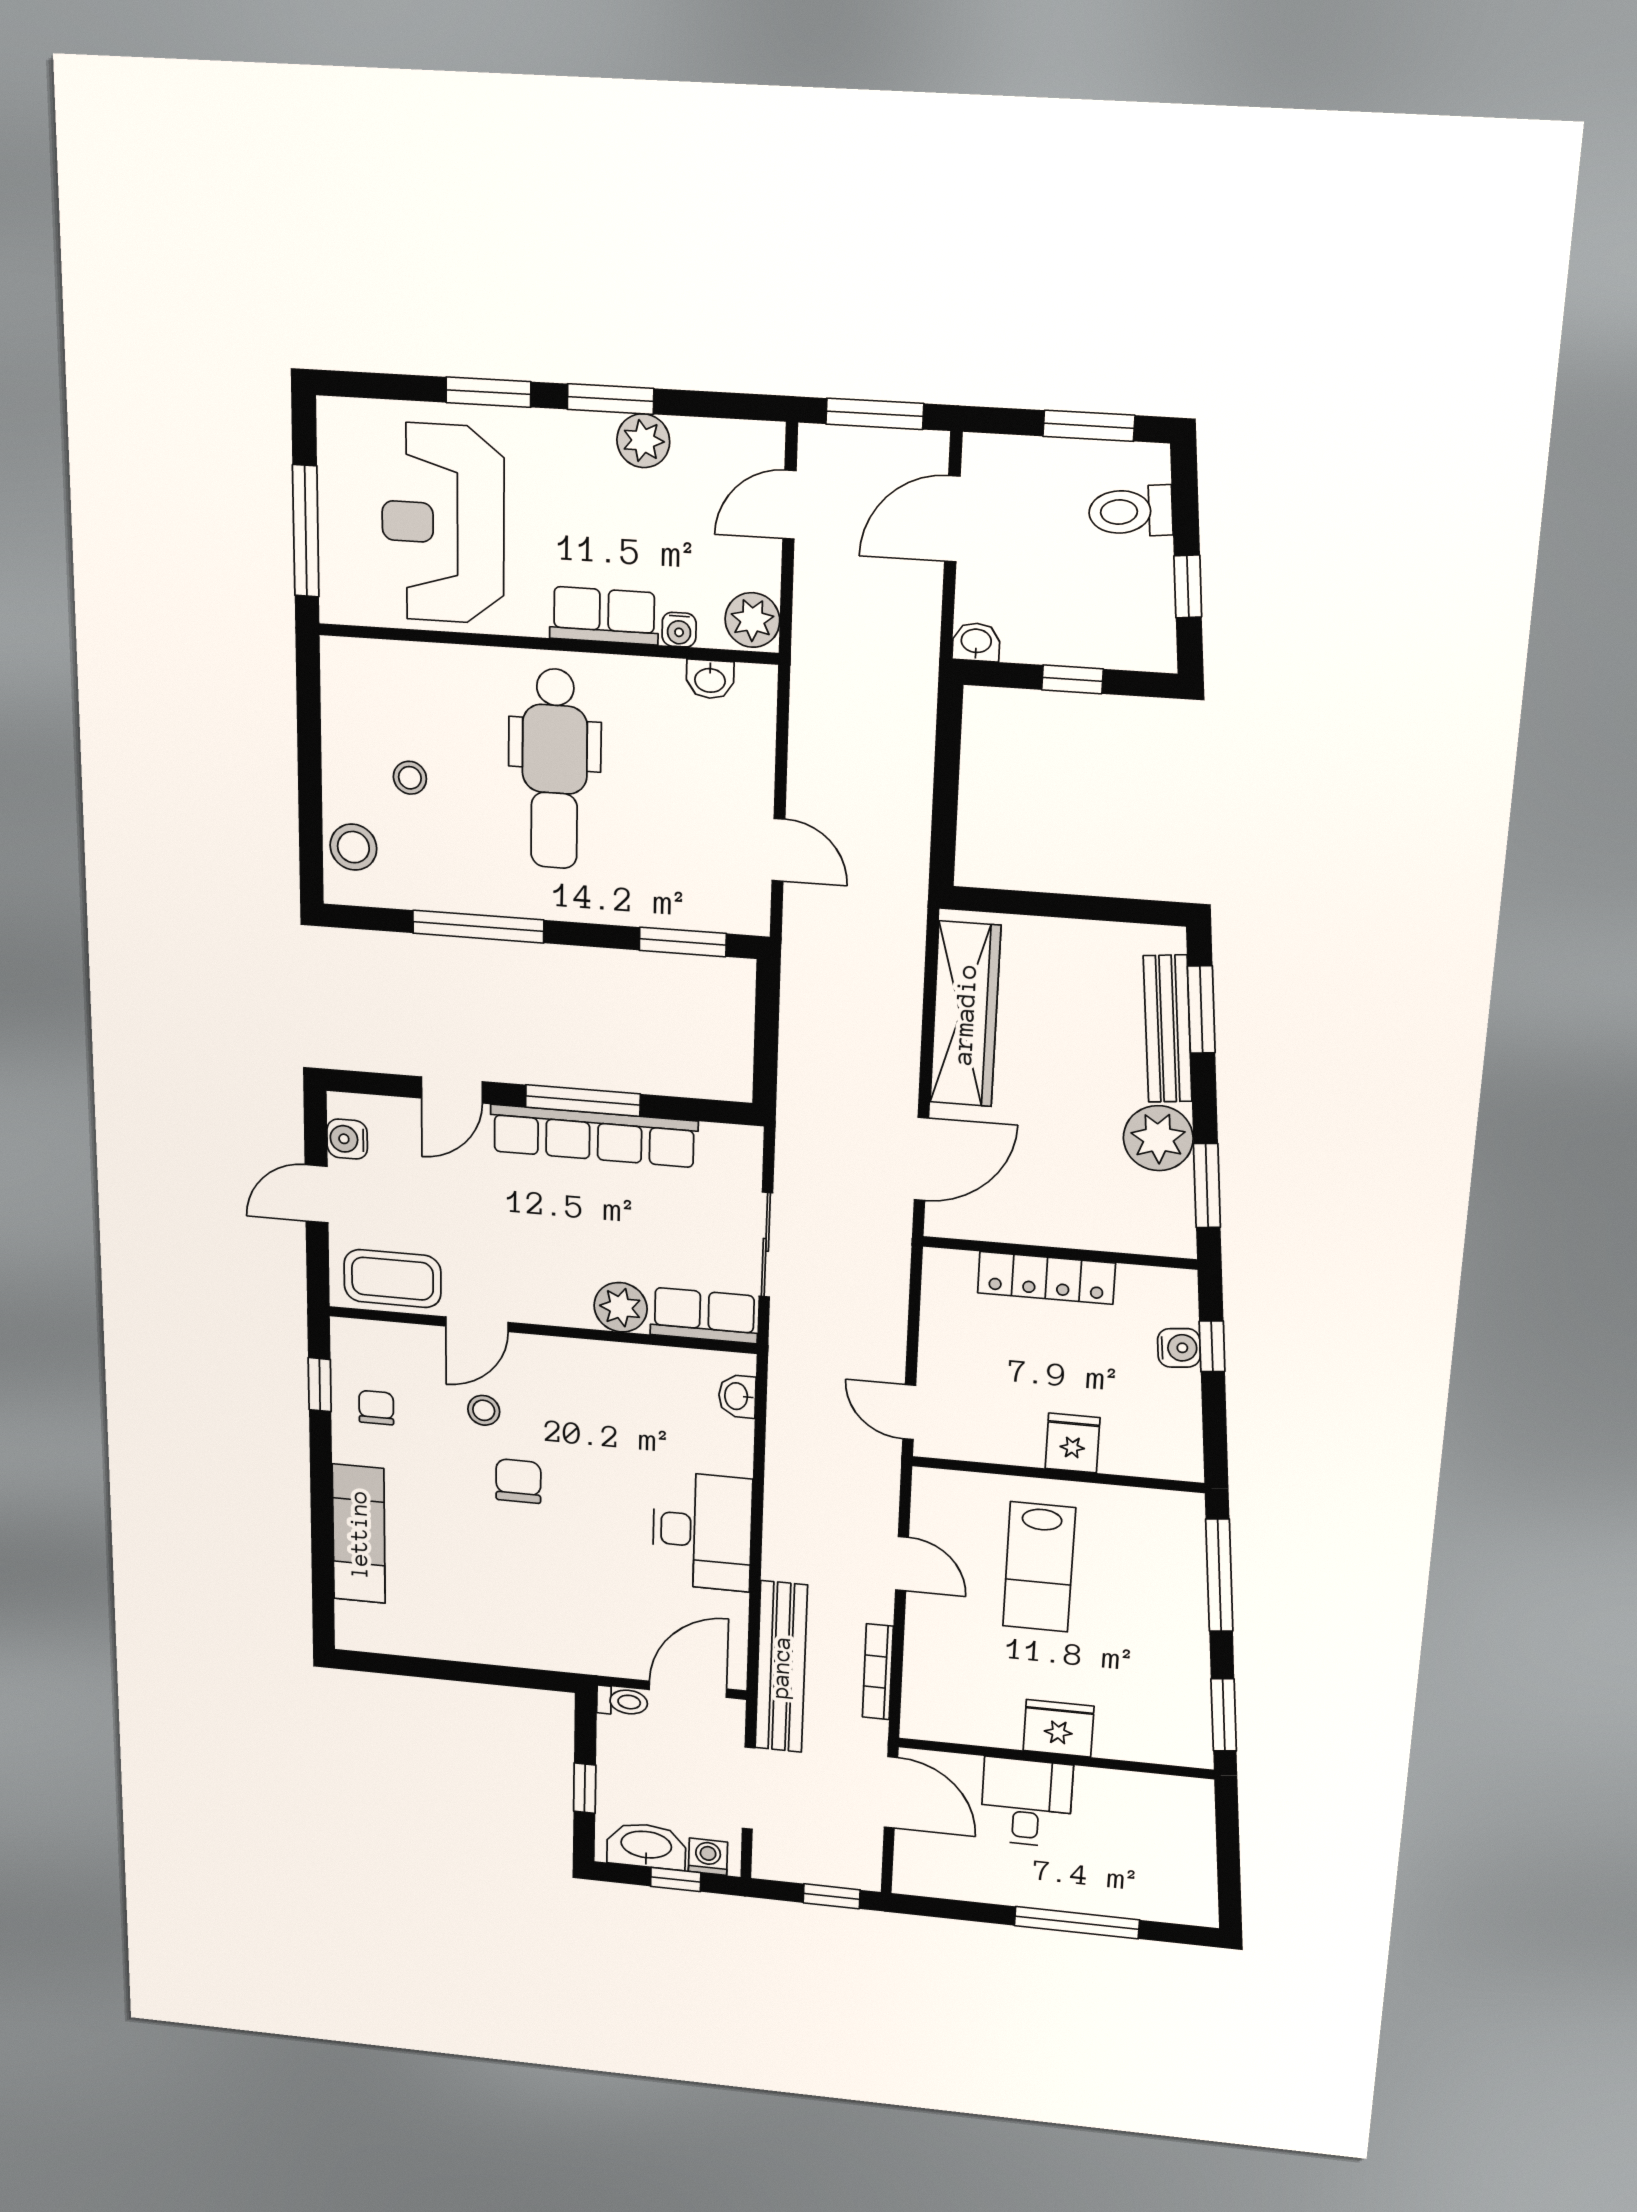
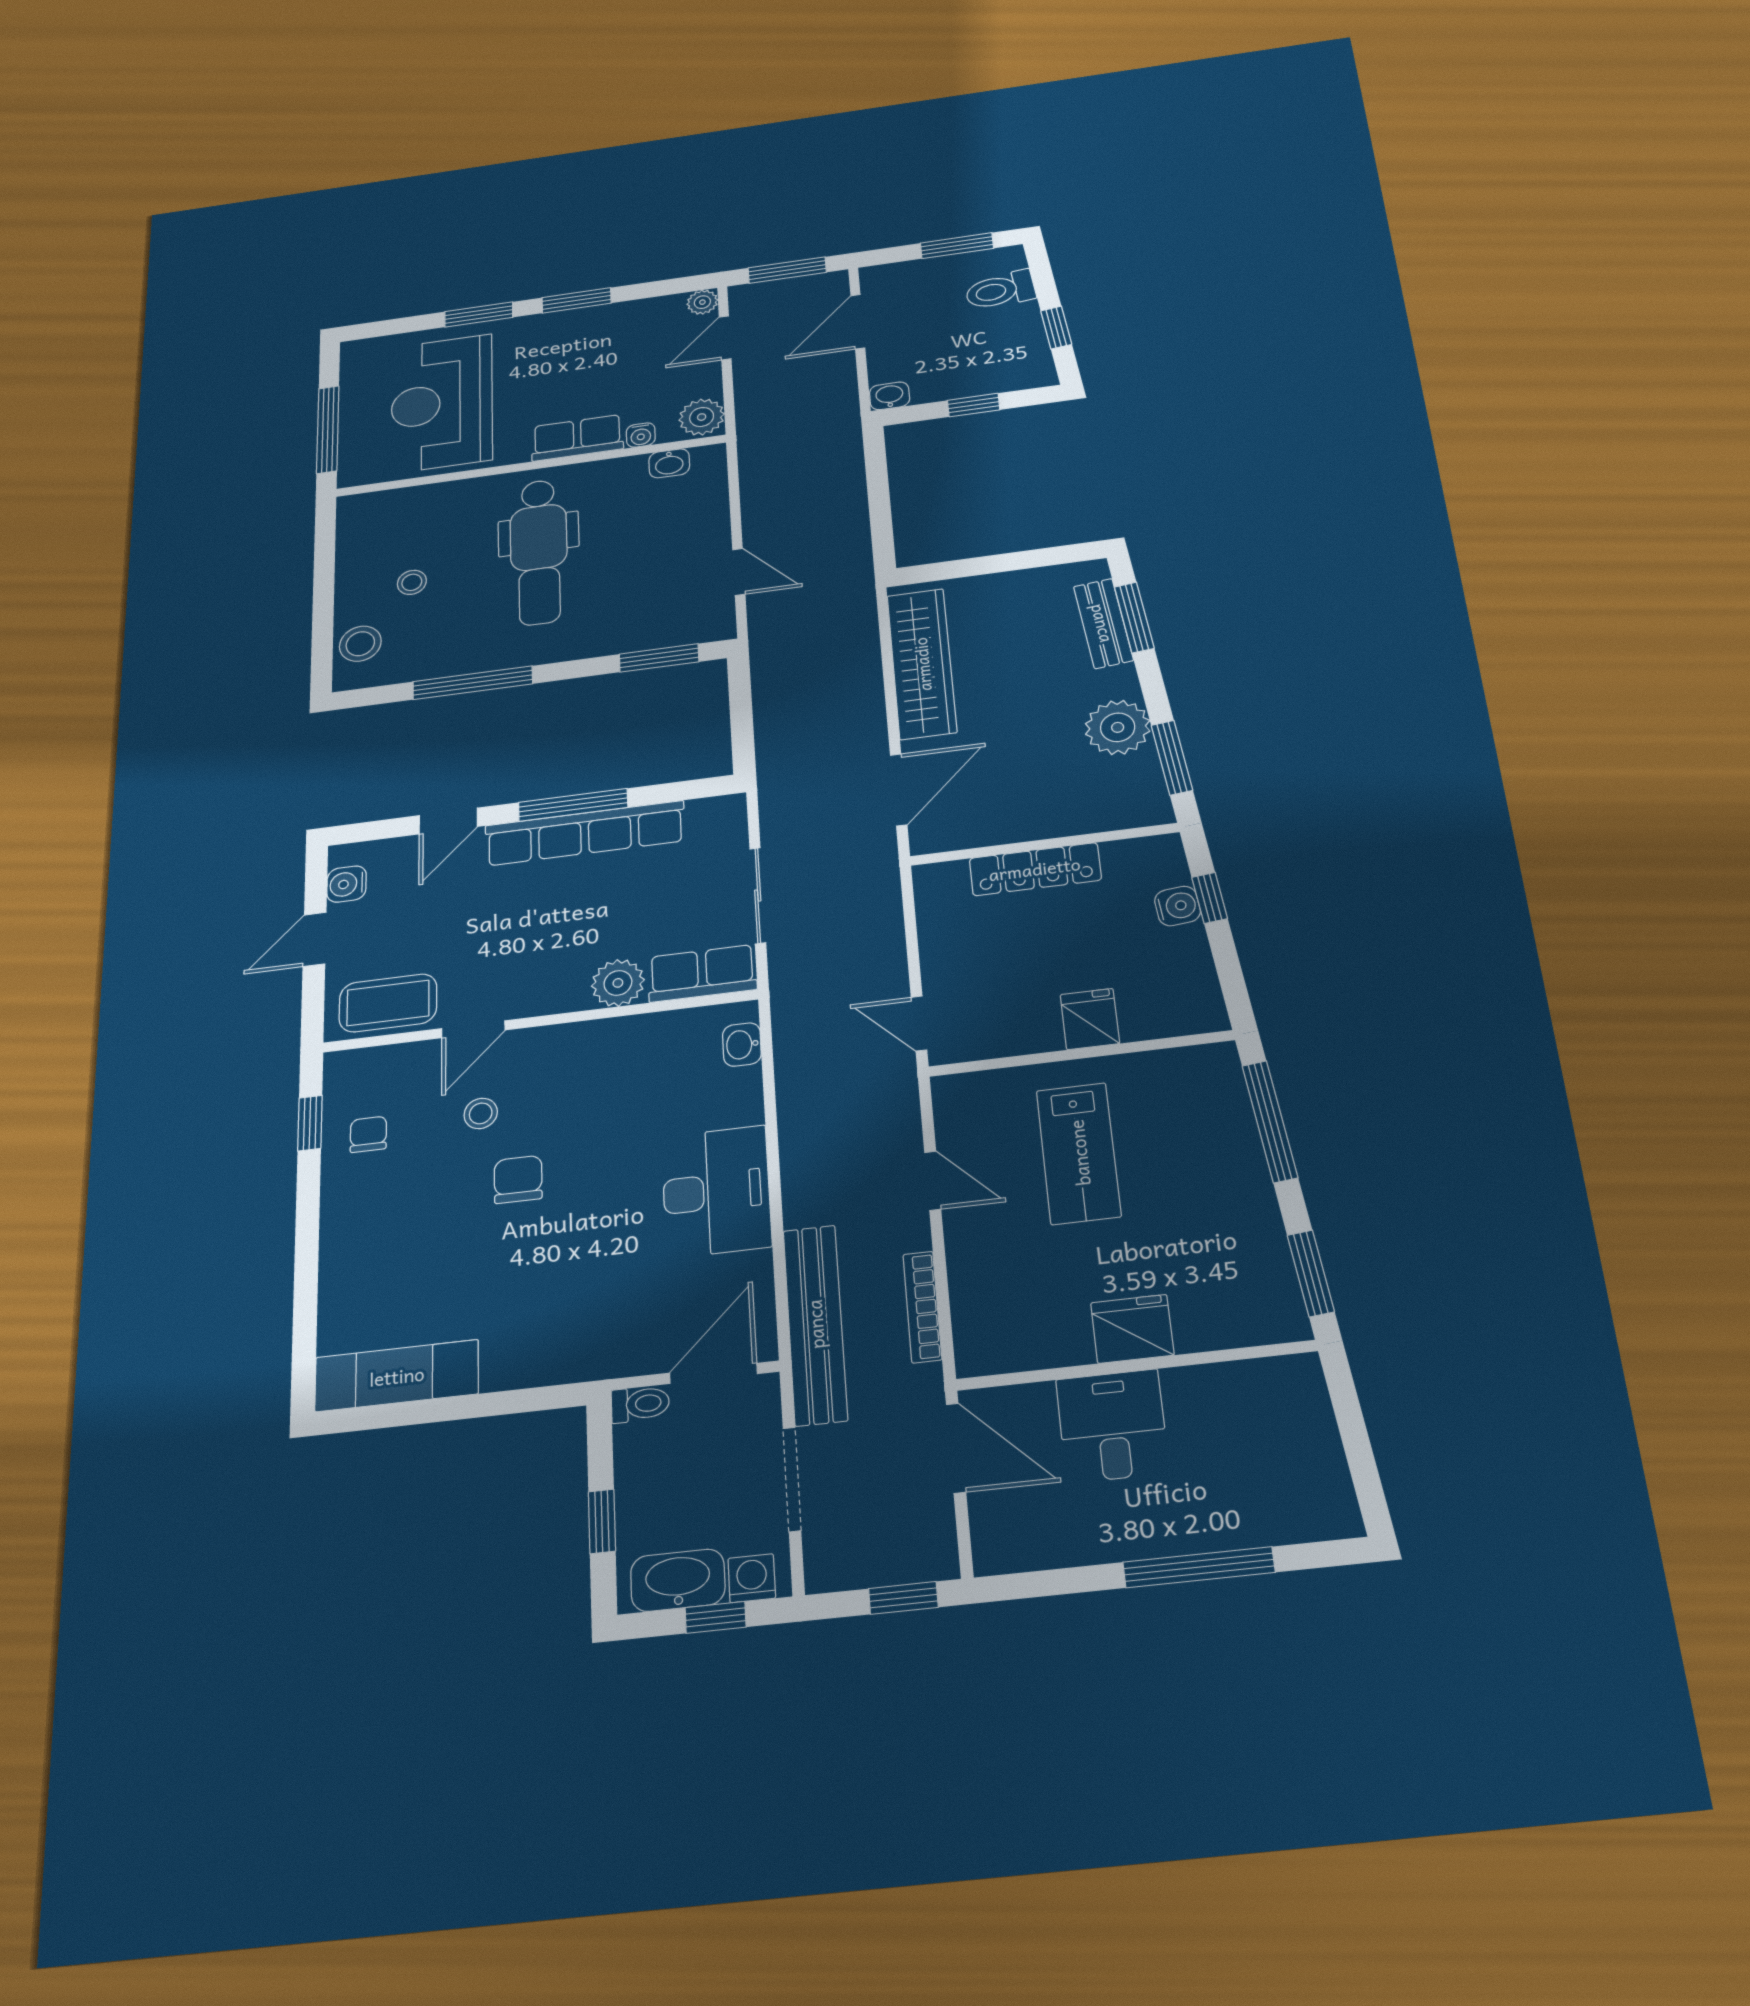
plant: (643, 441) -> (702, 302), moved, width x0.73, depth x0.73
bench: (1168, 1029) -> (1103, 623), width x0.73
exam couch: (359, 1534) -> (397, 1376), moved, turned -90

